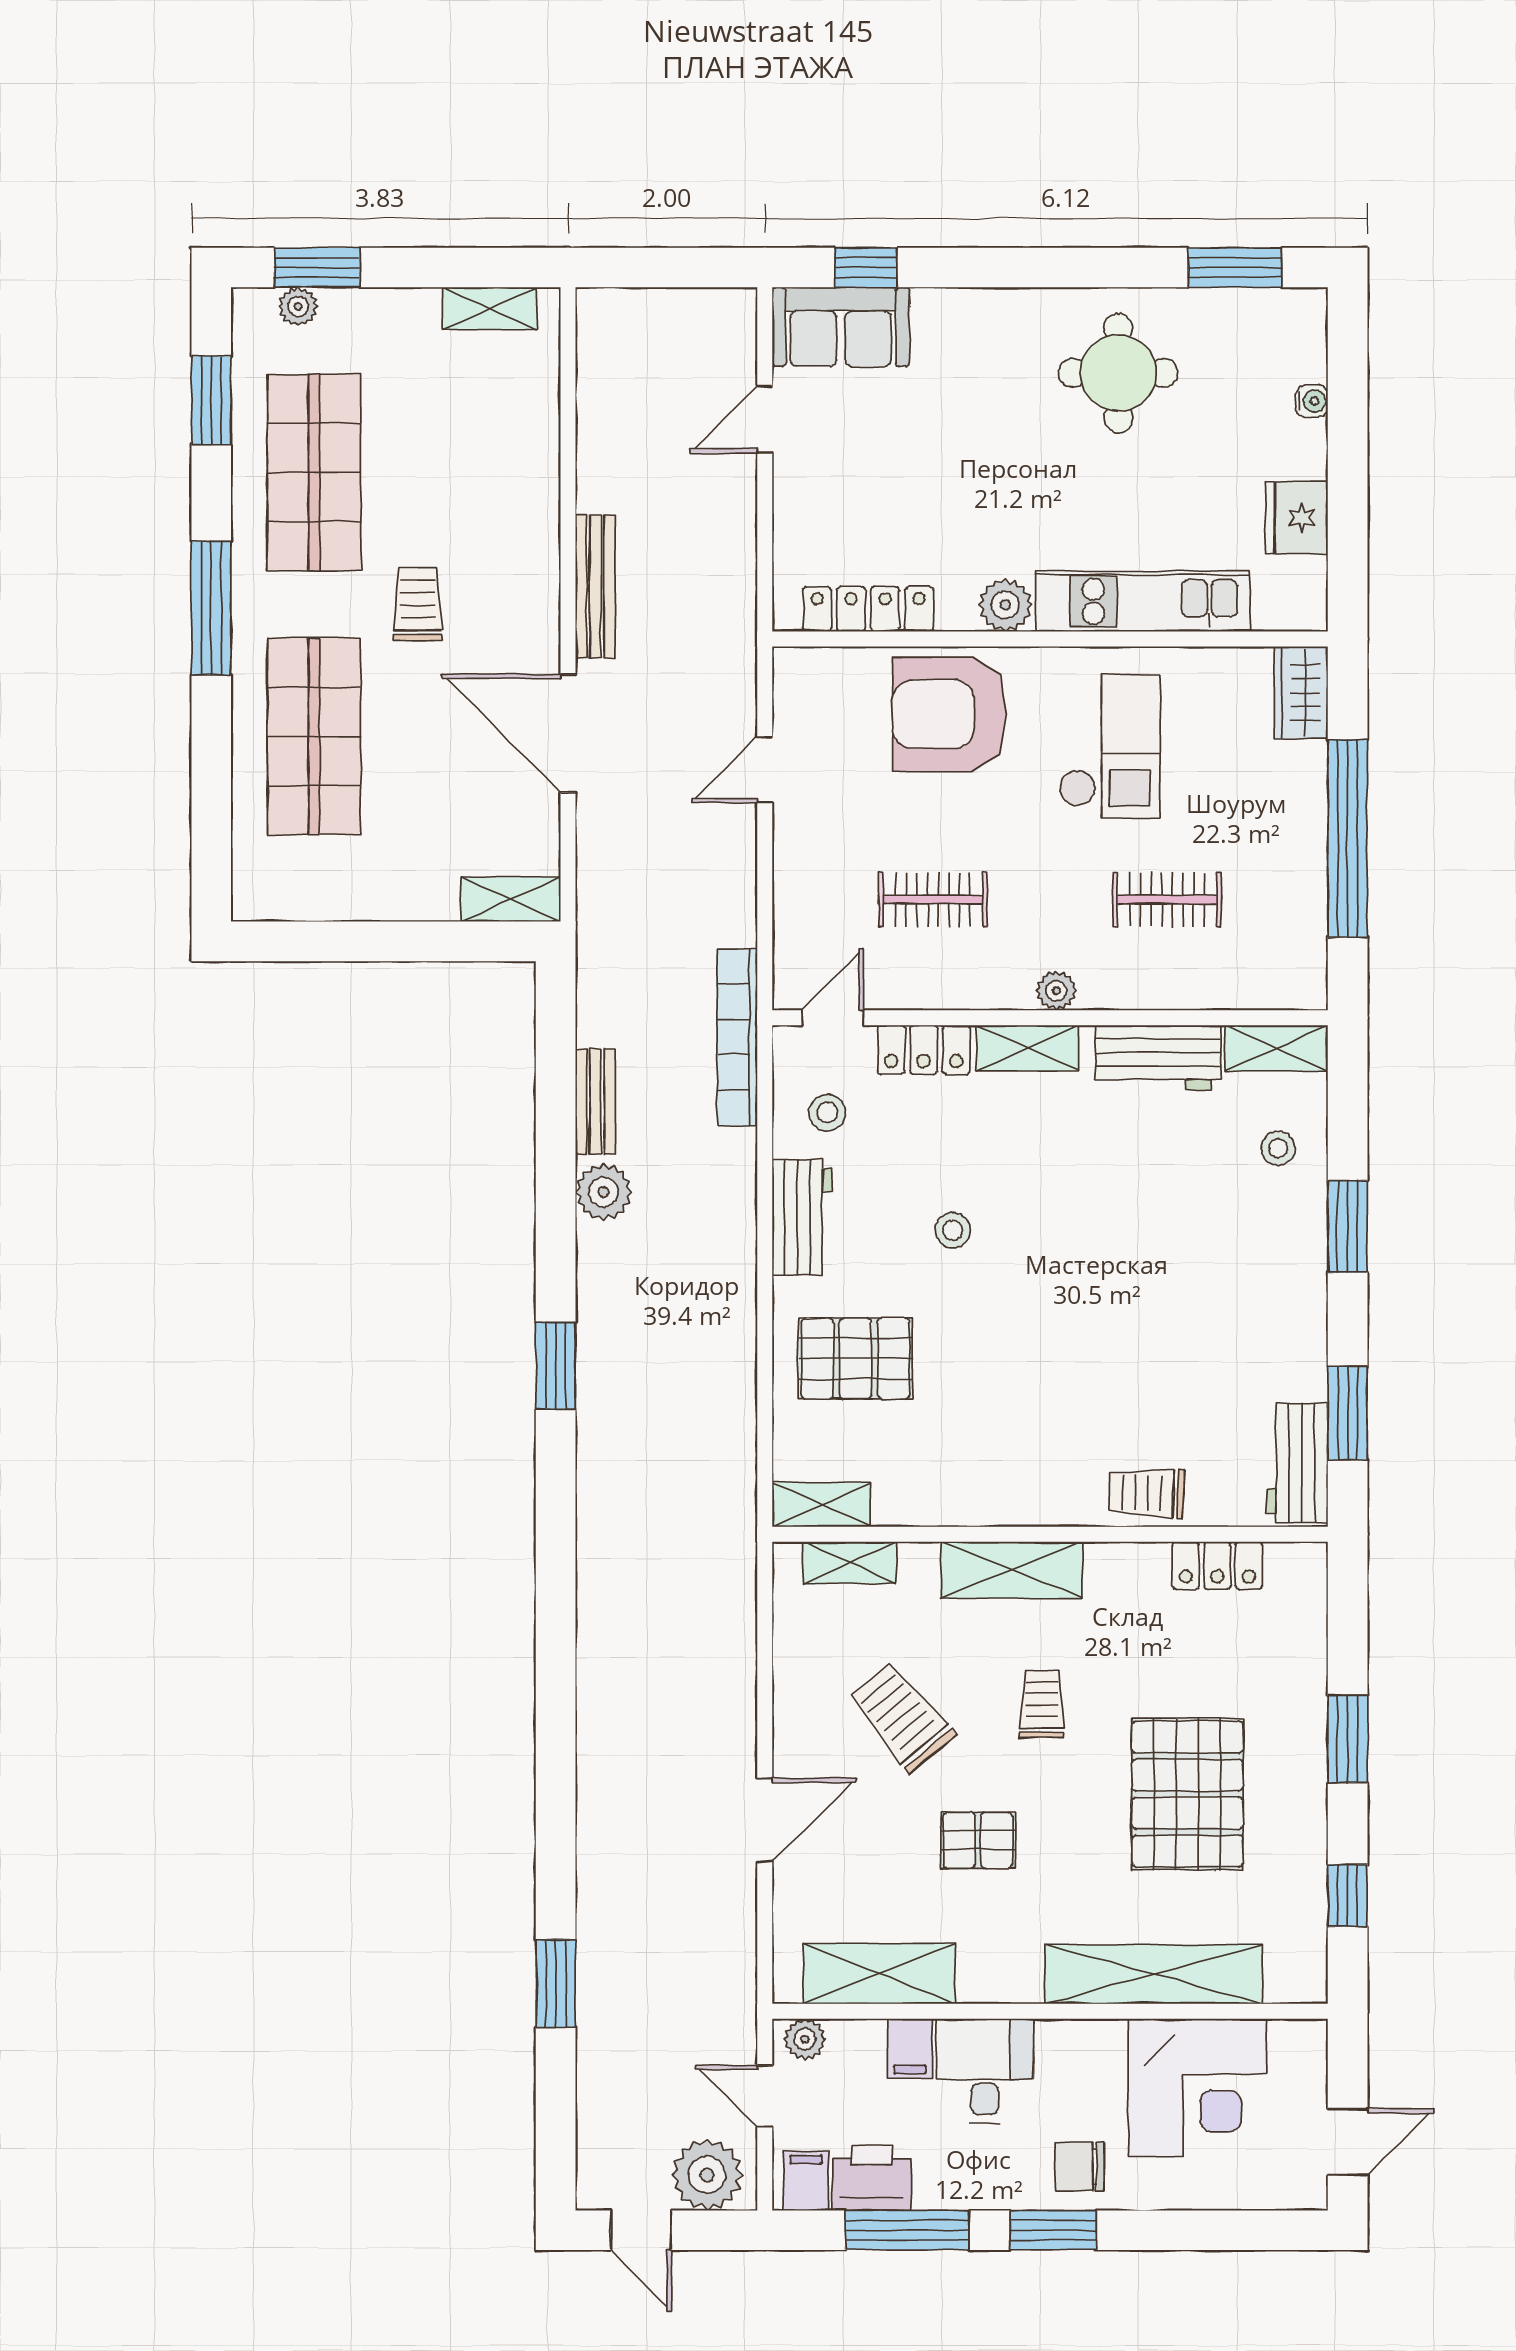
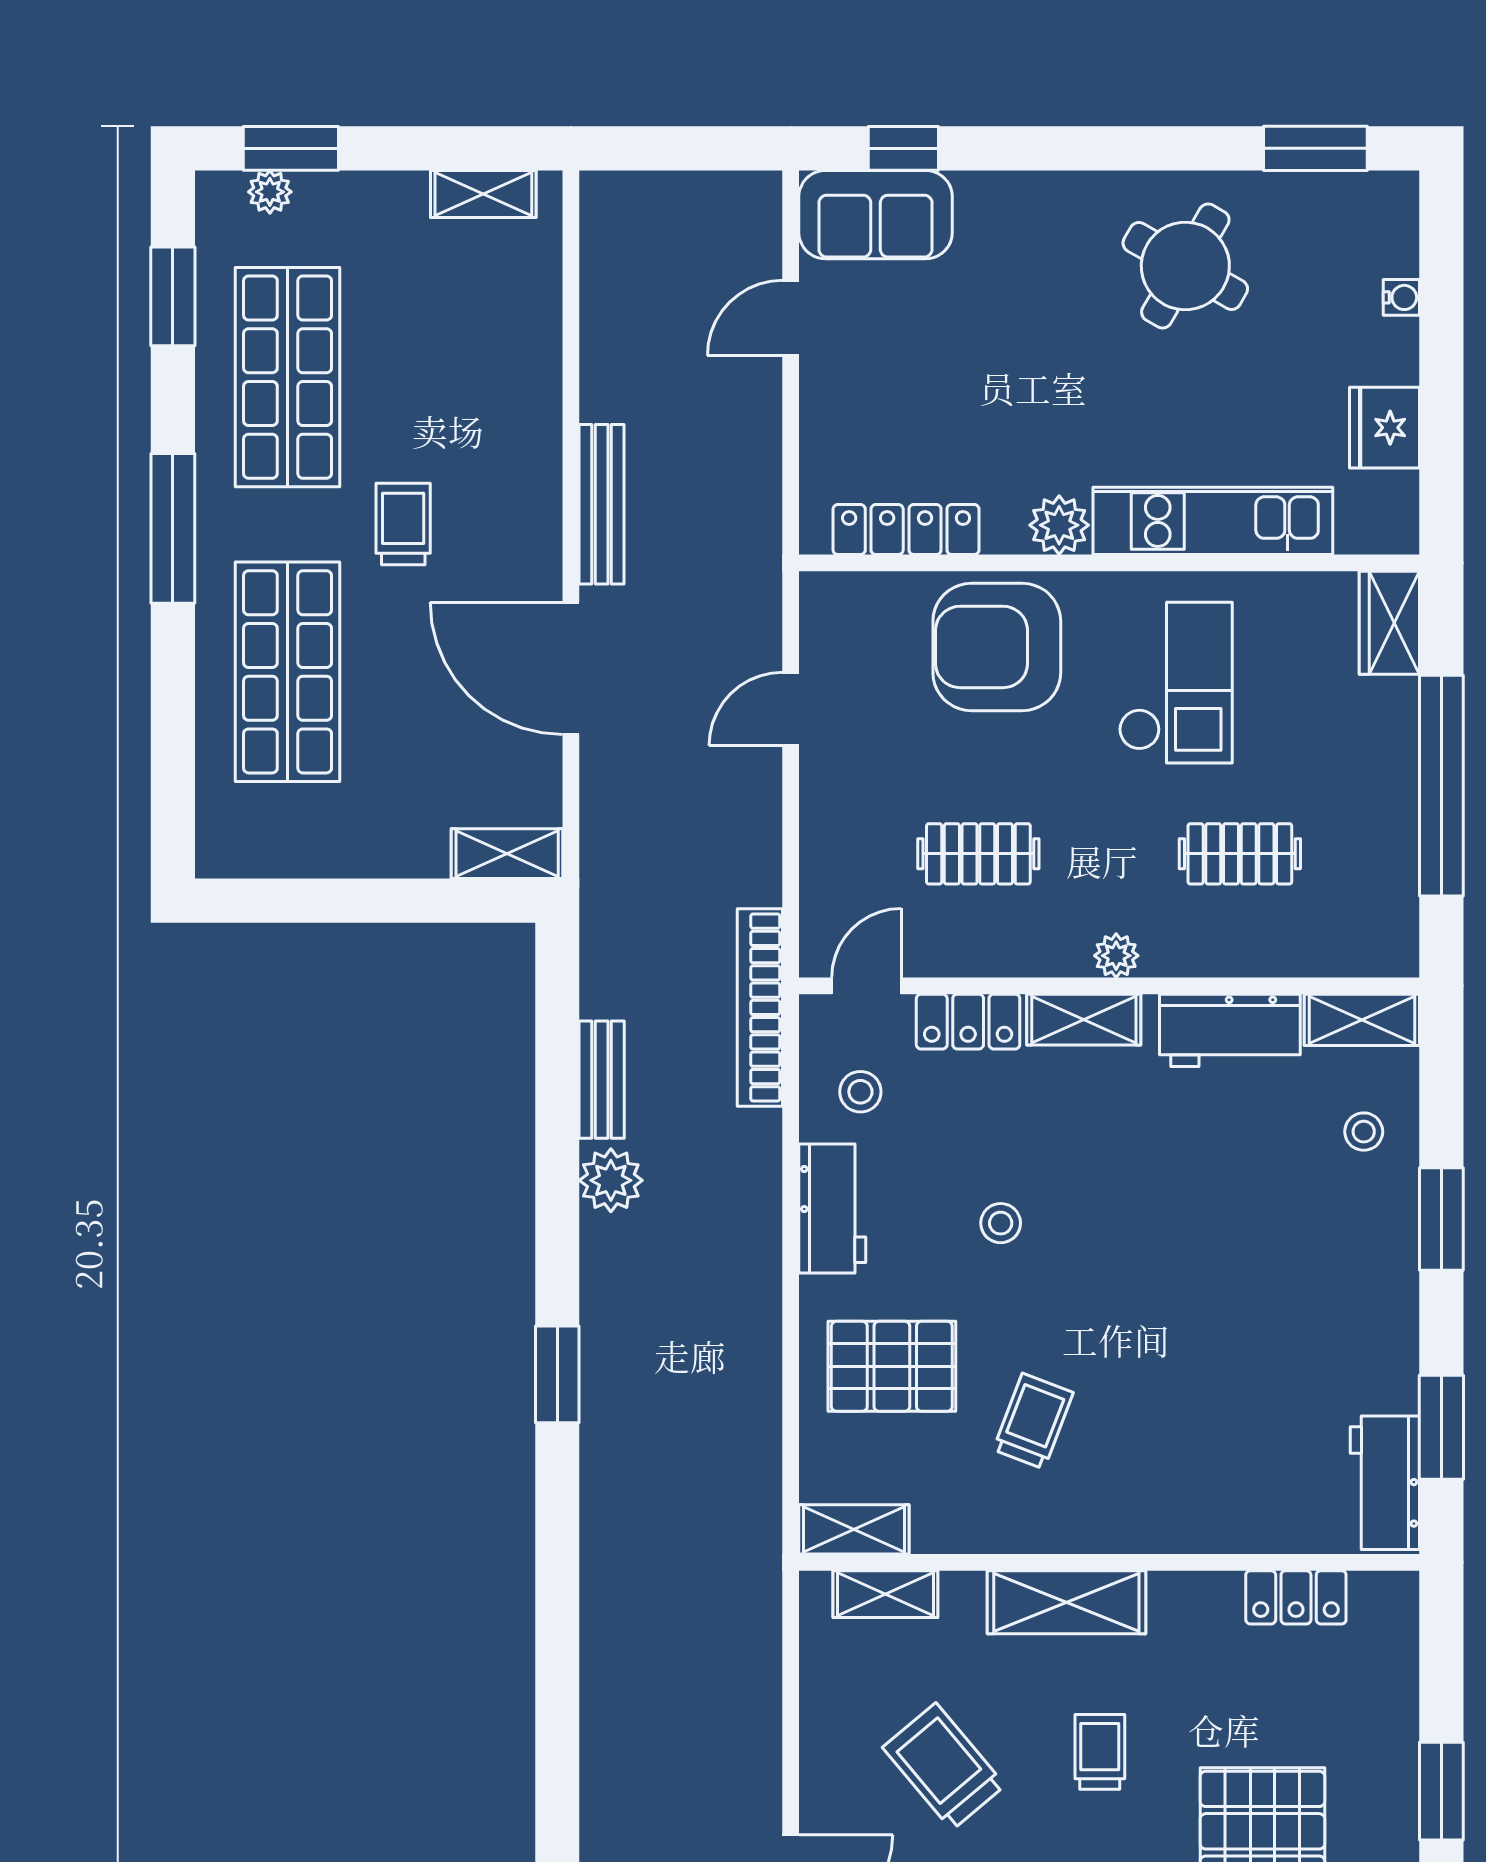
round table: (1118, 373) -> (1185, 266), turned 30
trolley: (1147, 1493) -> (1033, 1421), moved, turned 109

